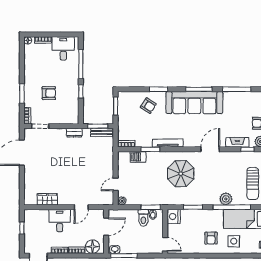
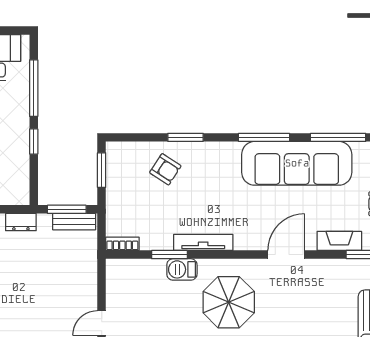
sofa: (194, 103) -> (297, 163), moved
barbecue: (138, 157) -> (182, 269), moved

